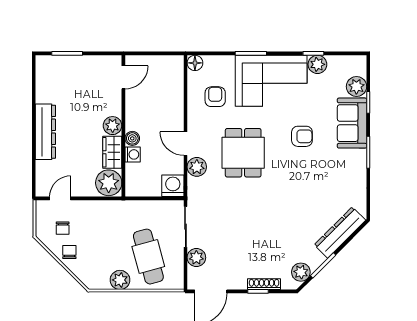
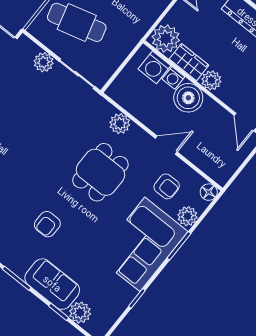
plant: (317, 64) -> (187, 216), moved
armchair: (302, 136) -> (47, 224), moved
boiler: (132, 138) -> (188, 98), width x1.86, depth x1.86
door: (185, 144) -> (166, 145), moved
dining table: (243, 153) -> (100, 172), turned 90
washing machine: (173, 186) -> (154, 67), moved, turned 90

